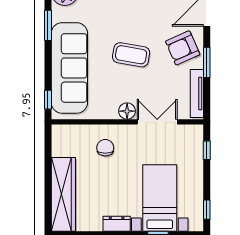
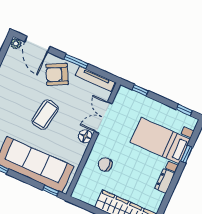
armchair: (183, 48) -> (57, 74), turned 87

